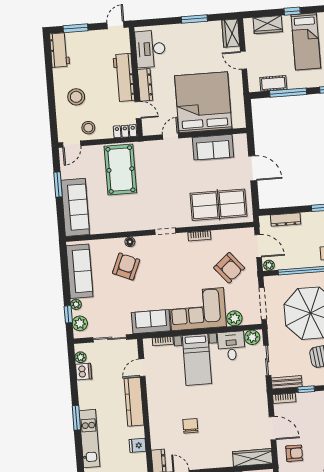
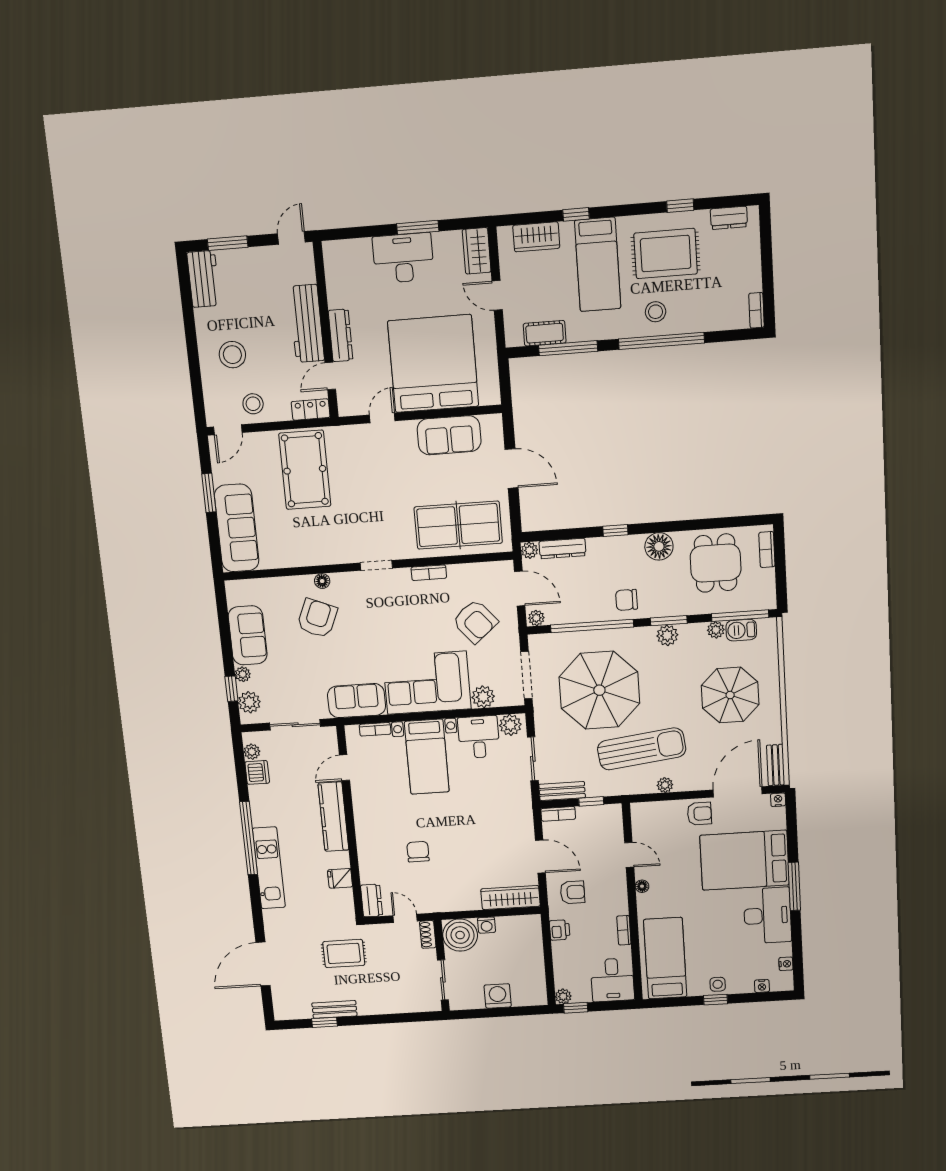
desk: (150, 49) -> (403, 258), moved, turned 90
door: (138, 110) -> (330, 376), swing flipped
plant: (264, 221) -> (530, 550), added
sofa: (80, 271) -> (248, 635), width x0.73
window: (76, 418) -> (249, 838), width x2.11

